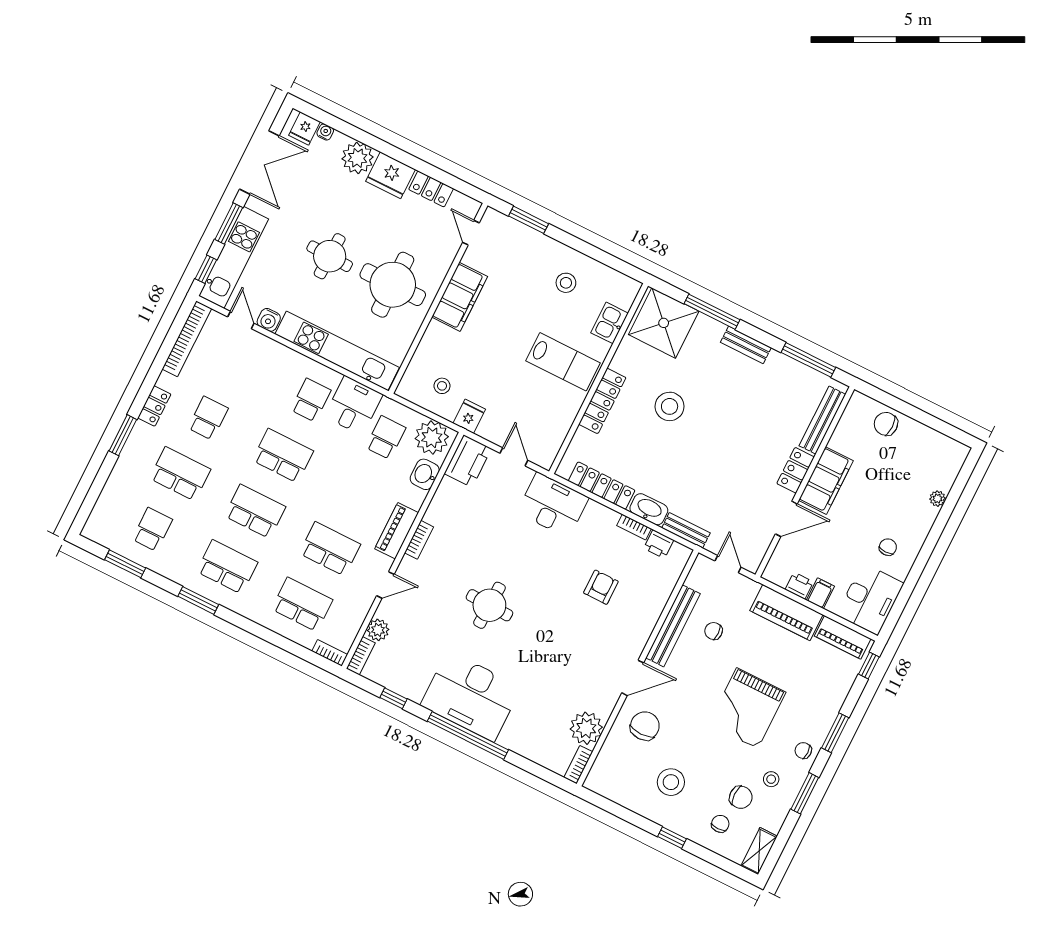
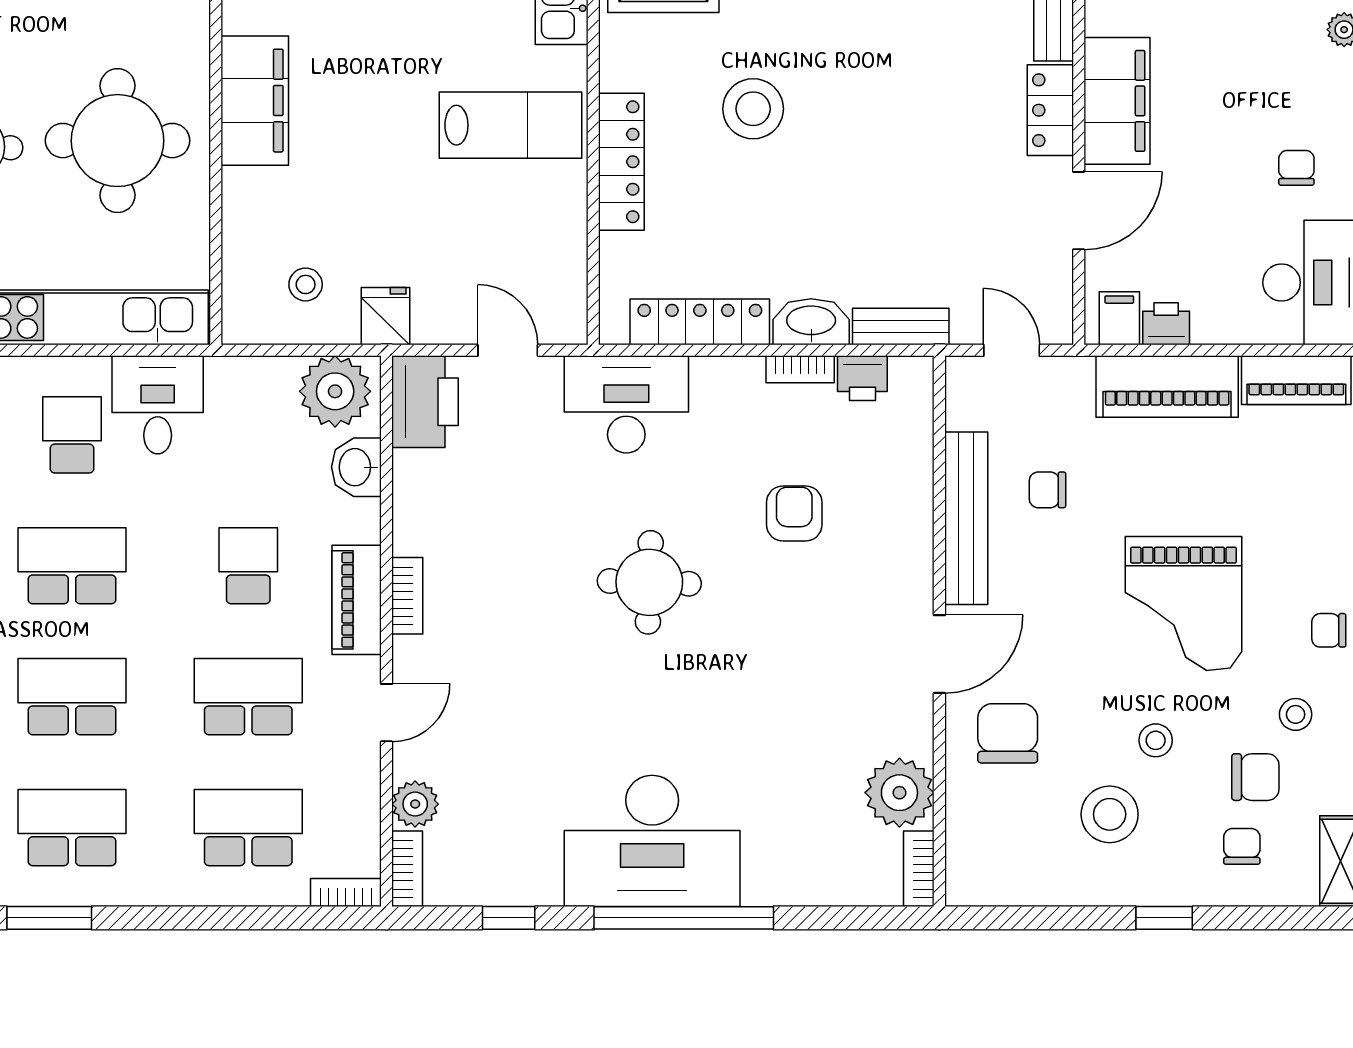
school desk: (386, 438) -> (248, 566), moved
filing cabinet: (820, 593) -> (1119, 318), moved
round table: (489, 605) -> (649, 582), moved
stool: (706, 760) -> (1156, 740), added

